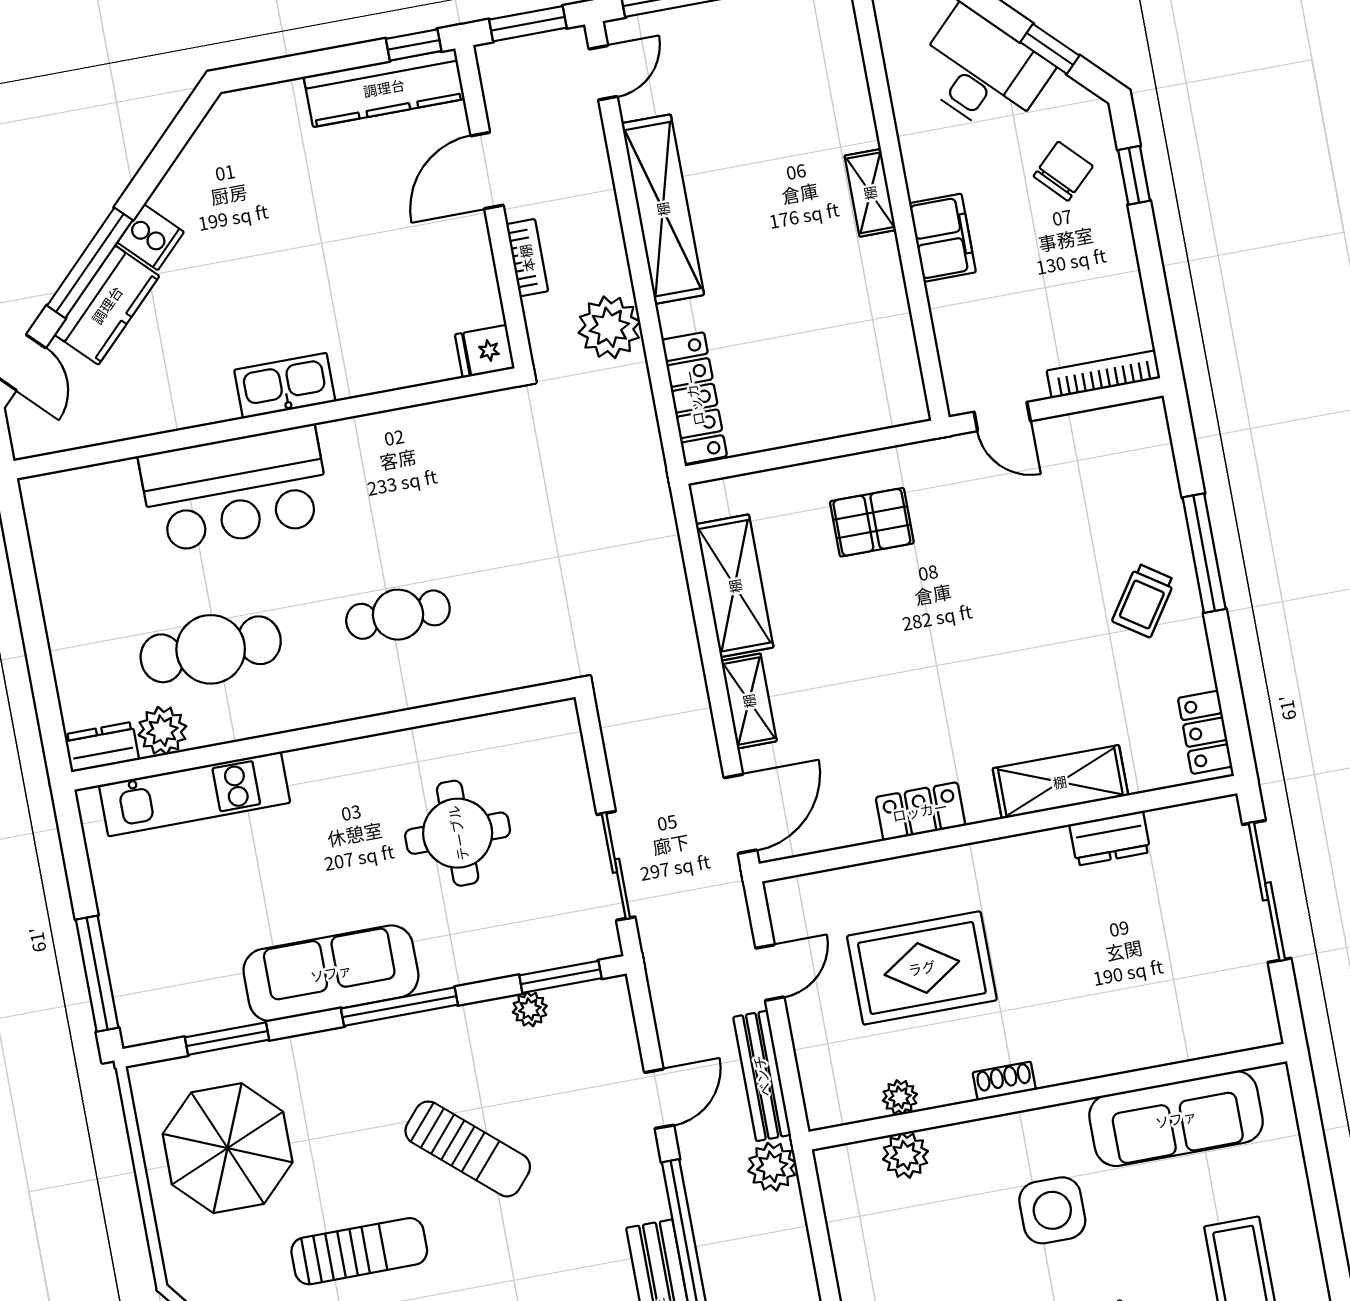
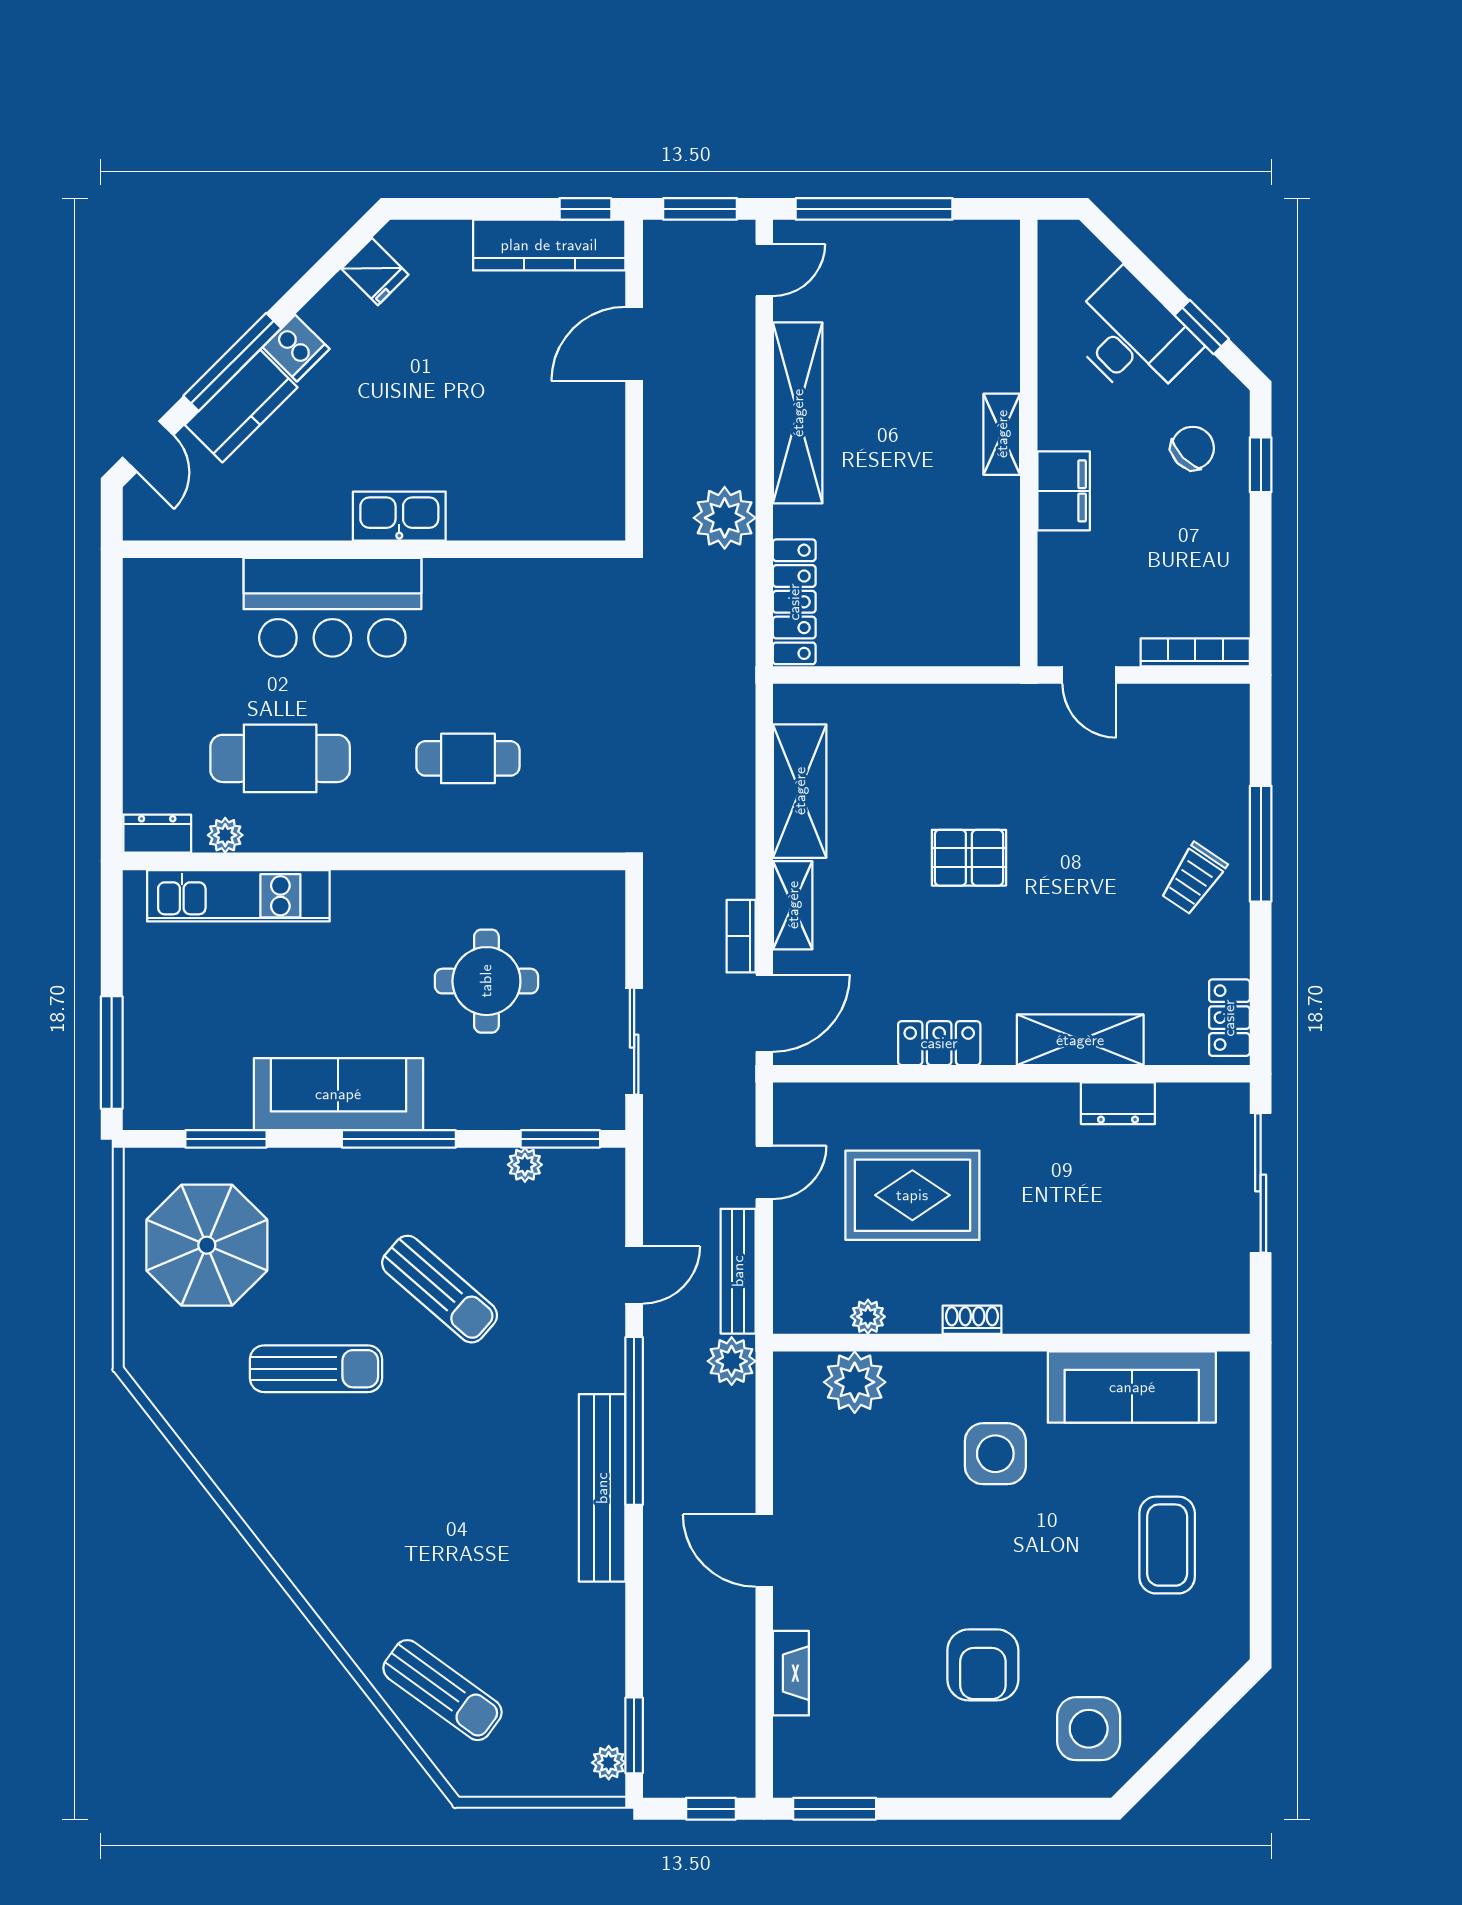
bookcase: (527, 258) -> (741, 936), moved, turned 180
fridge: (485, 351) -> (375, 272), moved, turned -135
pallet: (872, 522) -> (969, 858), moved
plant: (162, 731) -> (225, 835), width x0.73, depth x0.73
plant: (906, 1155) -> (855, 1382), width x1.36, depth x1.36

